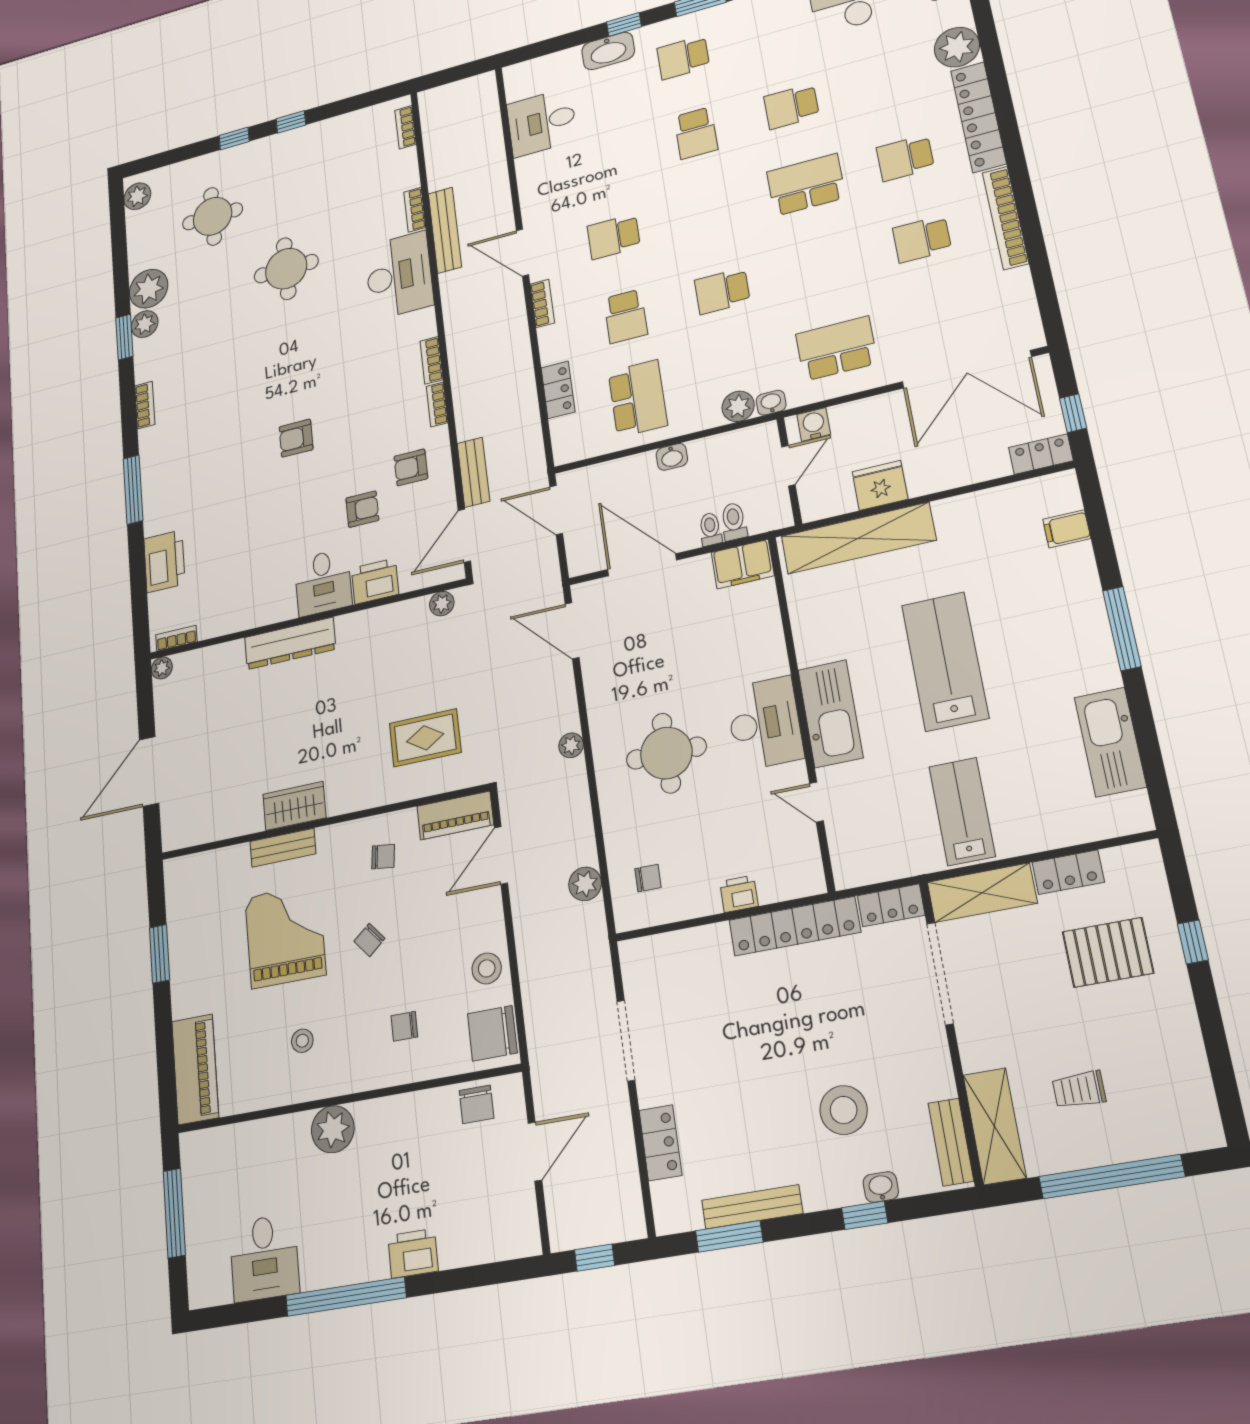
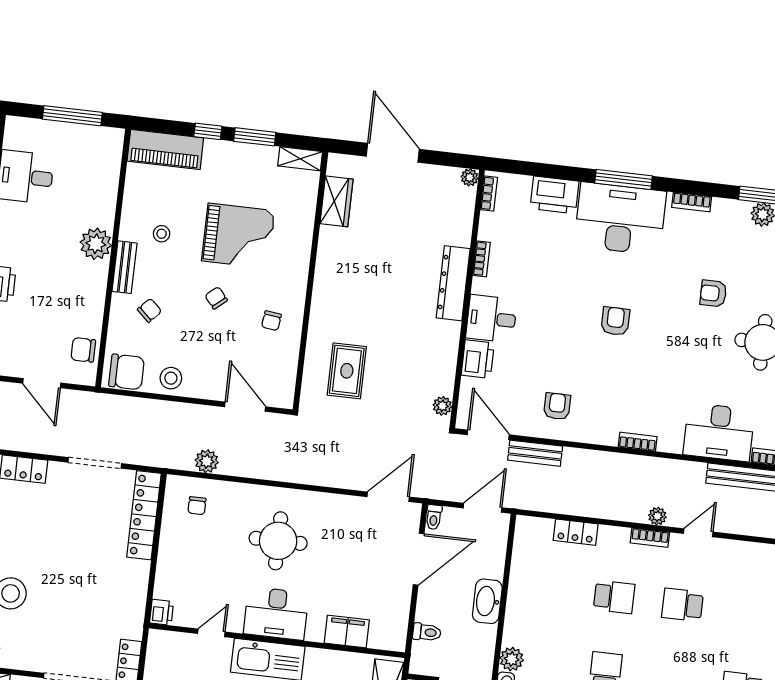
school desk: (614, 237) -> (682, 605), turned -90
door: (522, 253) -> (698, 533), width x0.73
school desk: (626, 316) -> (614, 597), turned 180
school desk: (638, 398) -> (546, 589), removed
bookcase: (437, 404) -> (482, 259), moved, turned 90
washbasin: (672, 457) -> (487, 601), width x1.91, depth x1.45
desk: (178, 477) -> (620, 219), added
armchair: (362, 509) -> (713, 293), moved, turned 90
toilet: (710, 529) -> (434, 517), moved, turned 90
filing cabinet: (743, 564) -> (347, 632), moved, turned 90
plant: (571, 745) -> (657, 516), moved
wardrobe: (294, 806) -> (337, 201), moved
piano: (455, 815) -> (284, 380), removed
bench: (283, 848) -> (124, 267), moved
shelving: (176, 886) -> (300, 159), added
printer: (739, 894) -> (162, 612), moved
locker: (795, 926) -> (144, 515), moved
window: (163, 1019) -> (208, 131), added
chair: (404, 1026) -> (149, 310), turned 43
chair: (492, 1033) -> (126, 372), turned 90

